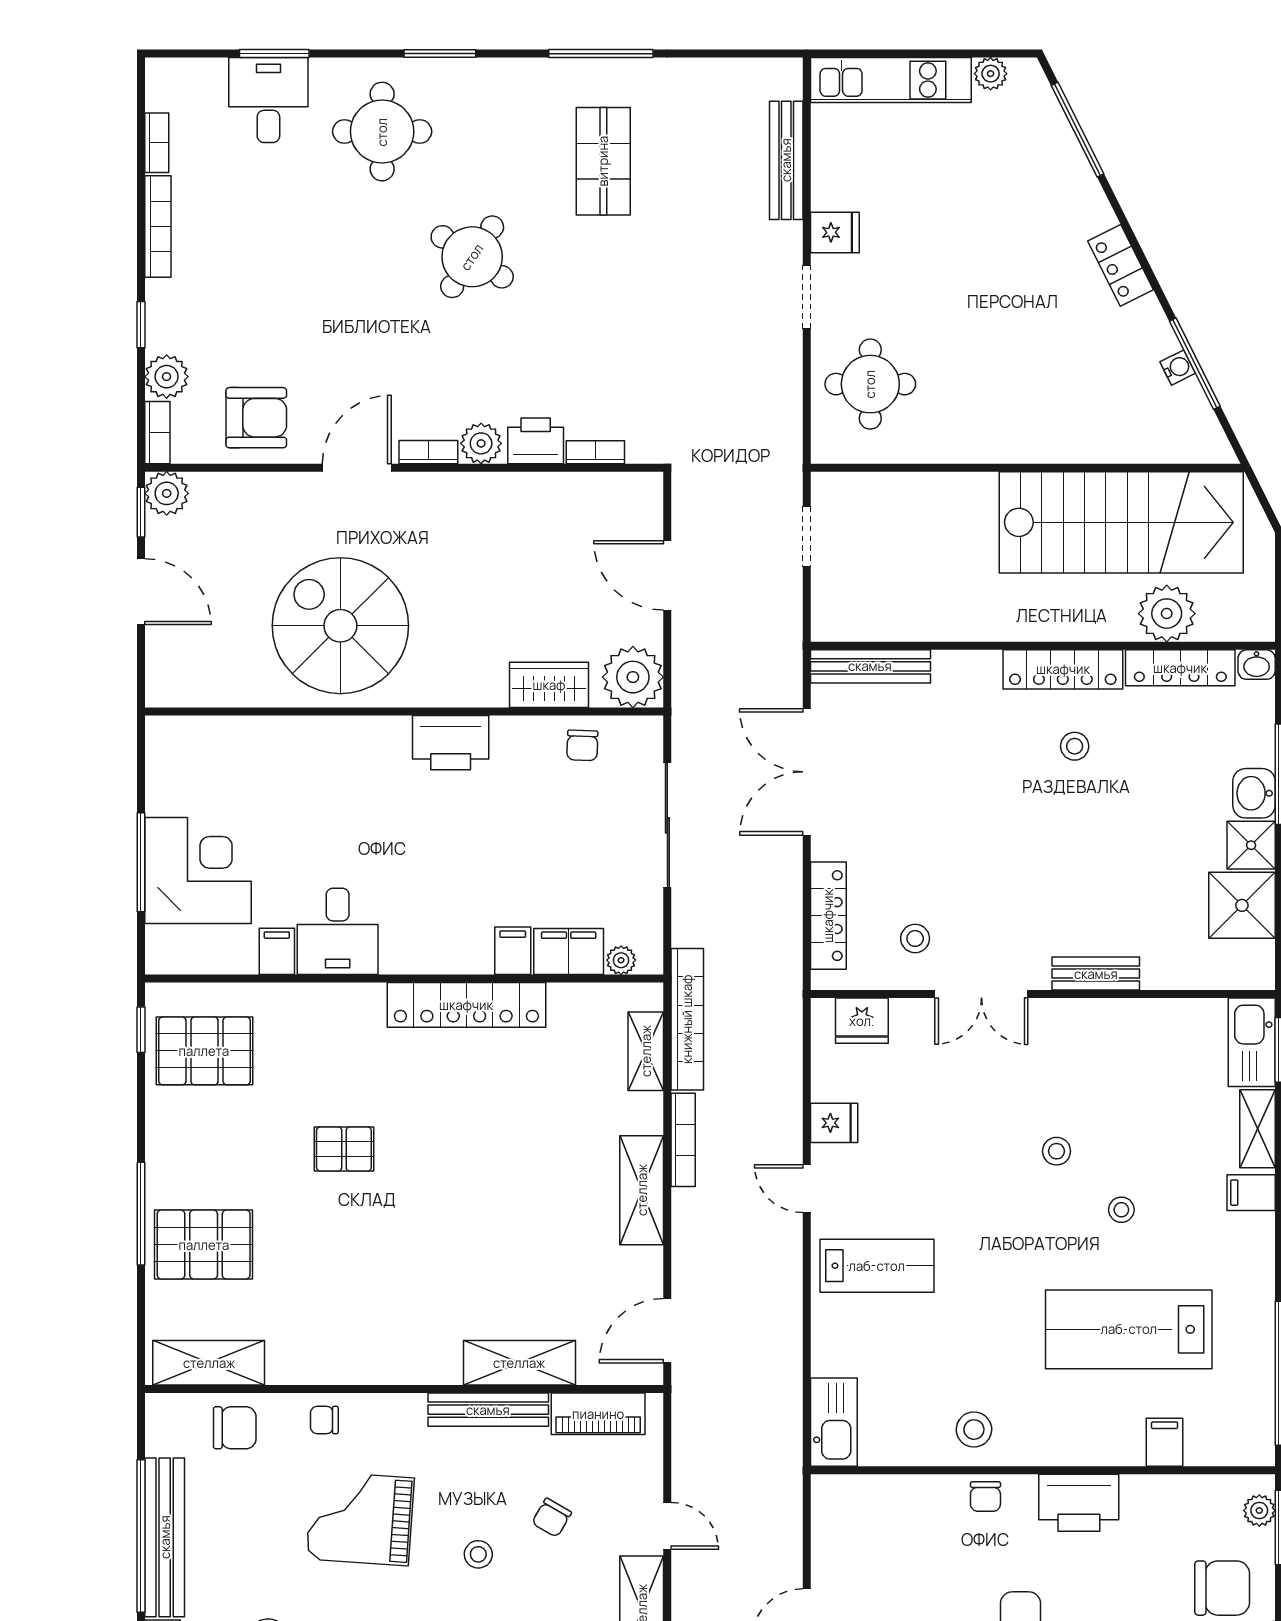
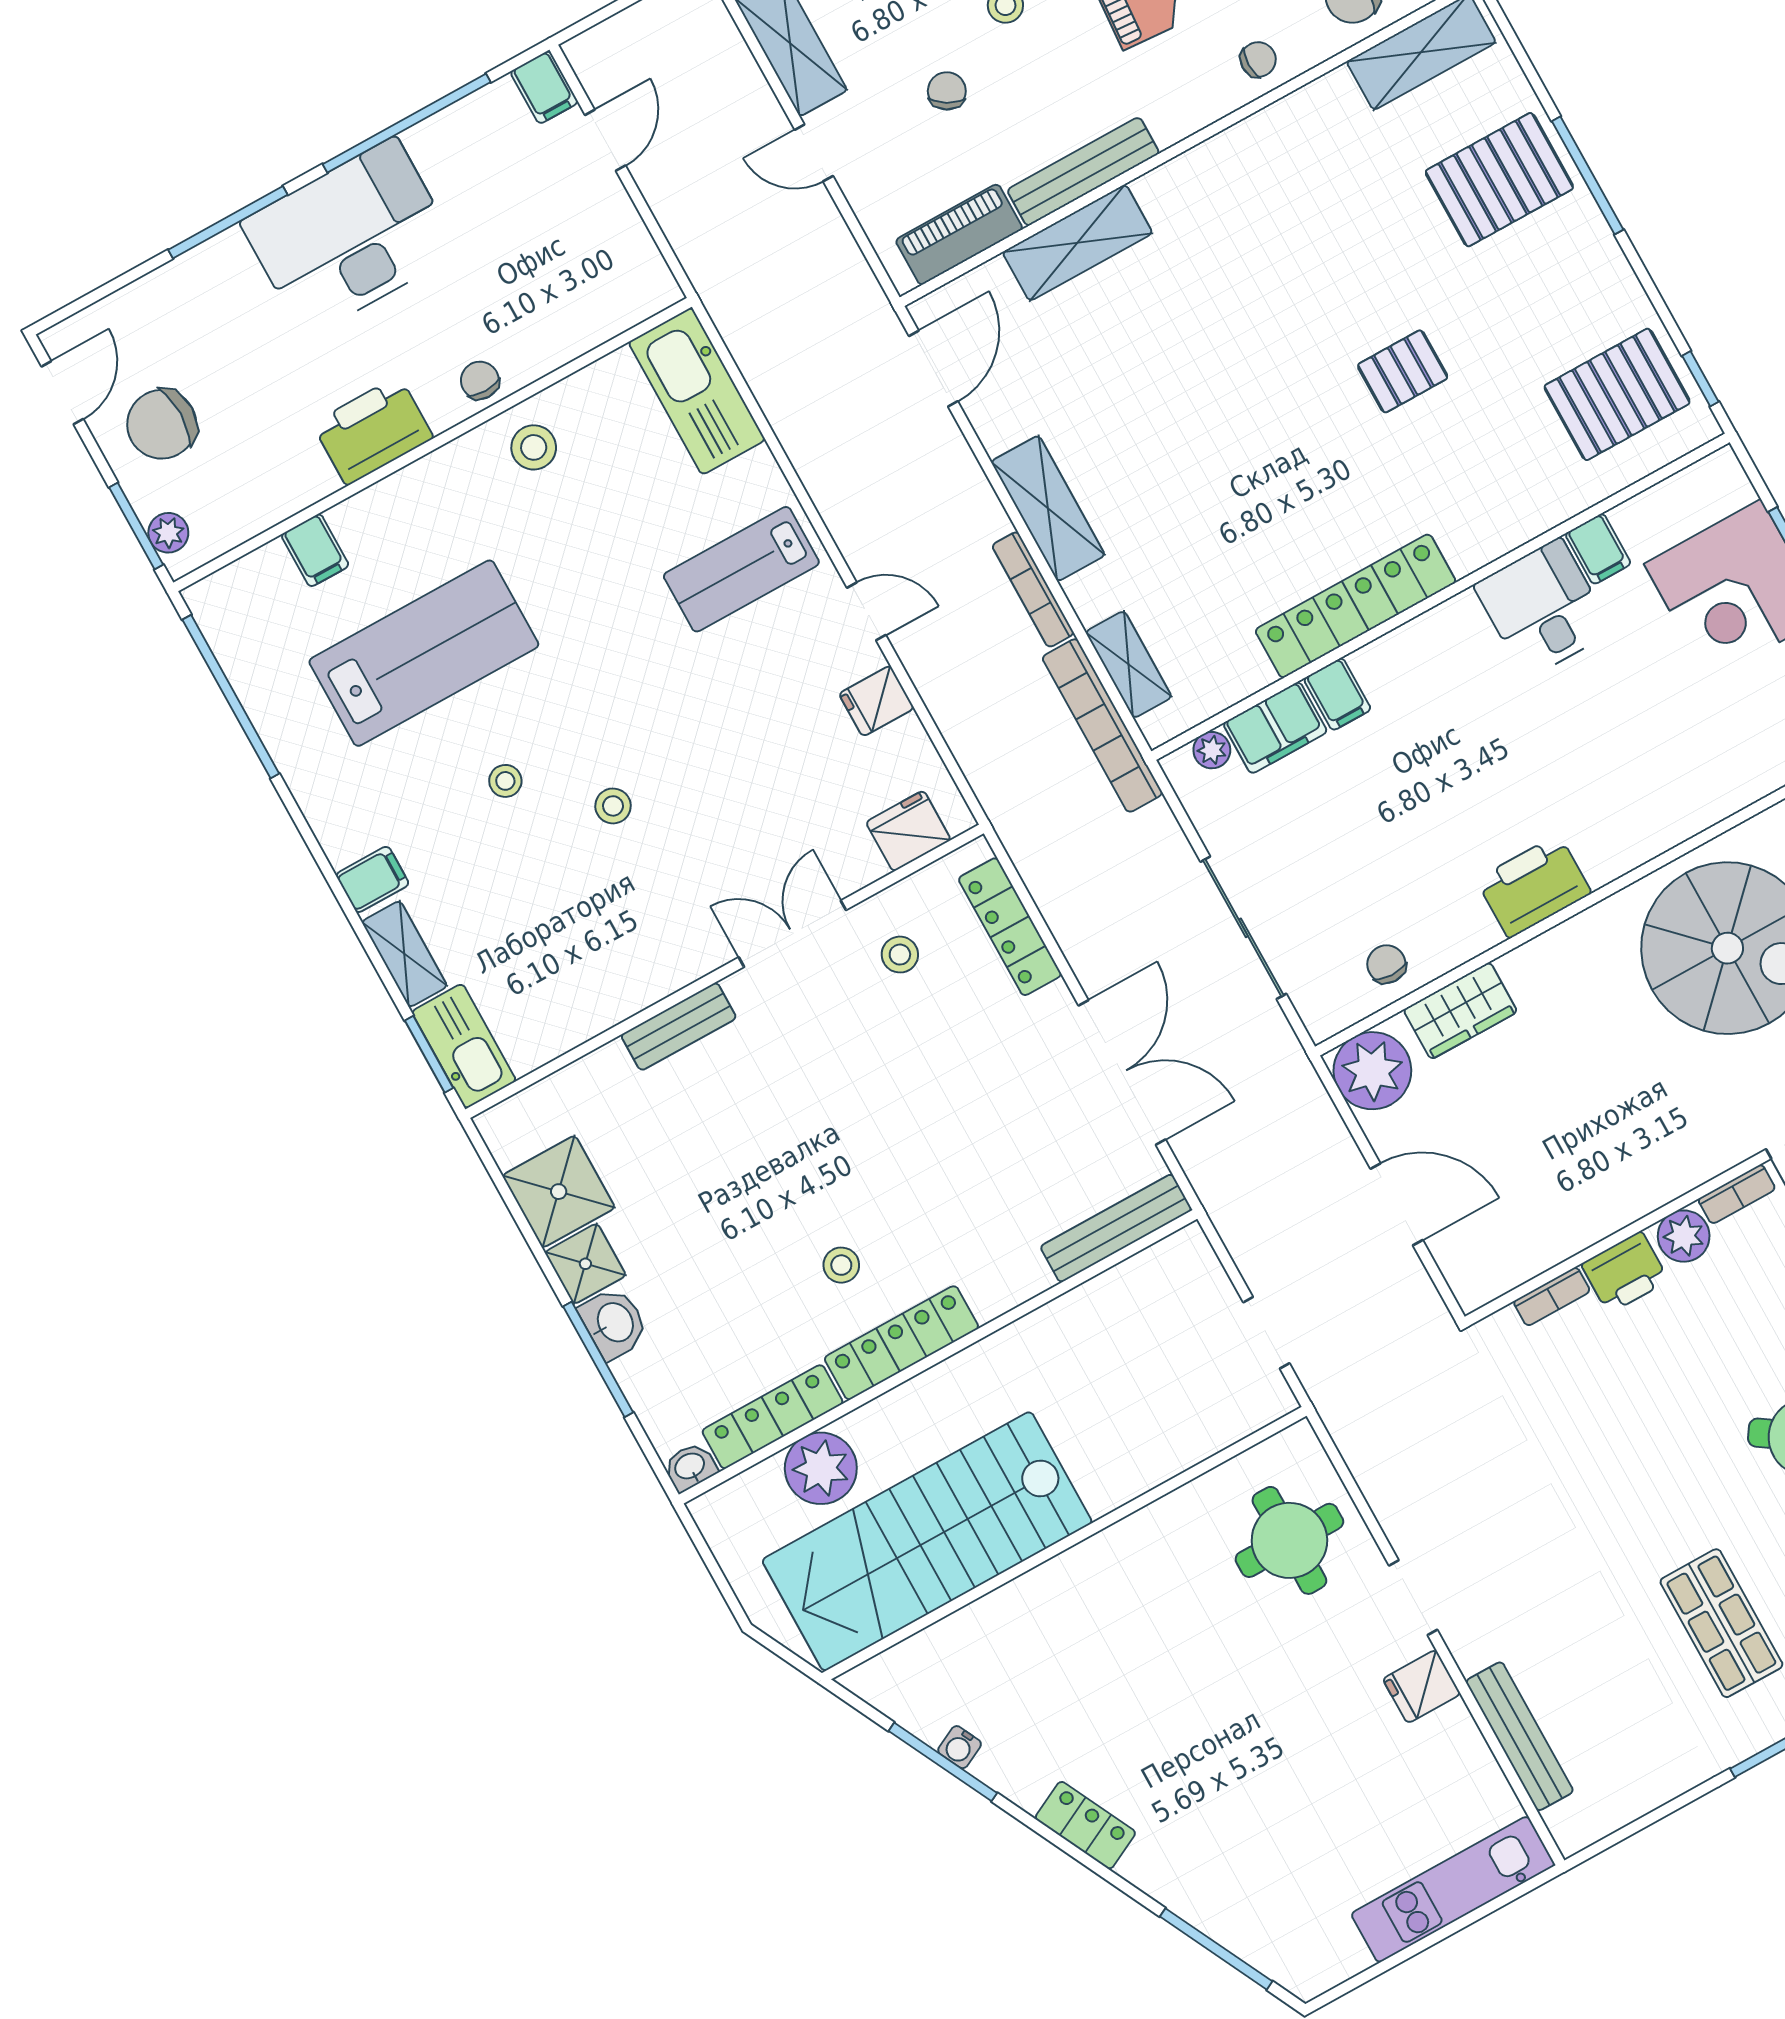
plant: (991, 74) -> (1347, 1958), removed
kitchen sink: (834, 1422) -> (697, 391), width x1.36, depth x1.24

